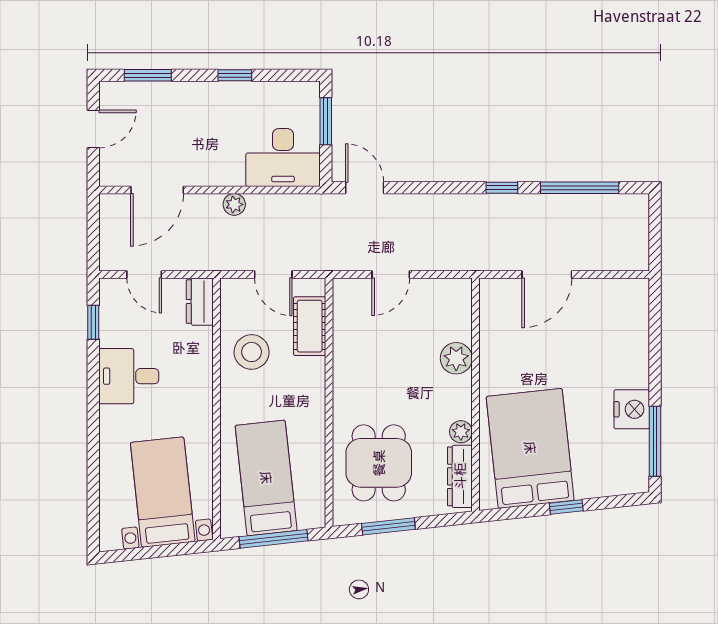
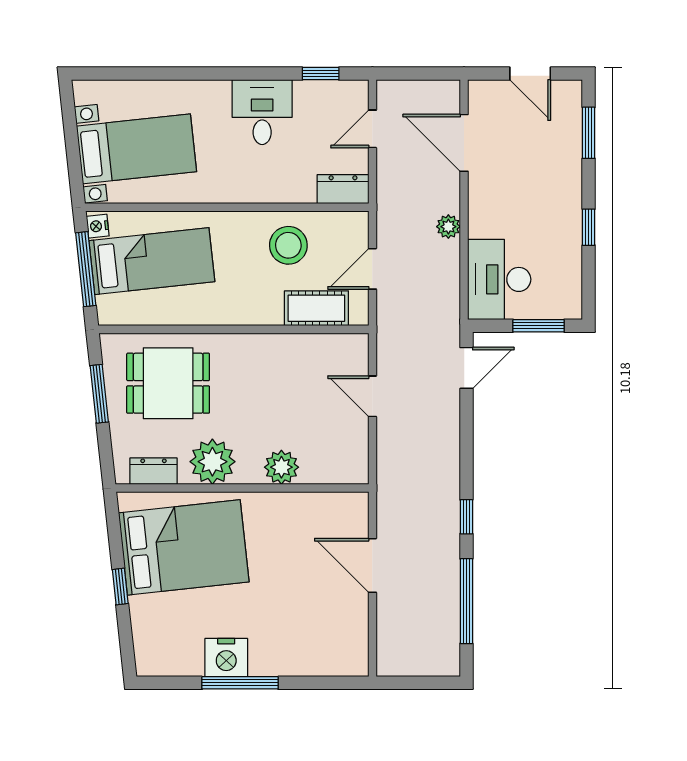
plant: (461, 432) -> (212, 462), width x1.88, depth x1.88
window: (655, 441) -> (240, 683), moved
dresser: (460, 476) -> (154, 471), width x0.70
nightstand: (234, 528) -> (98, 226), added

